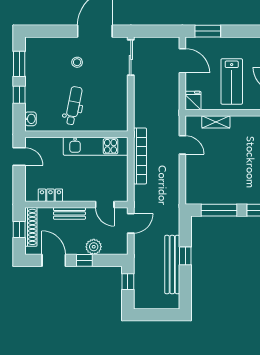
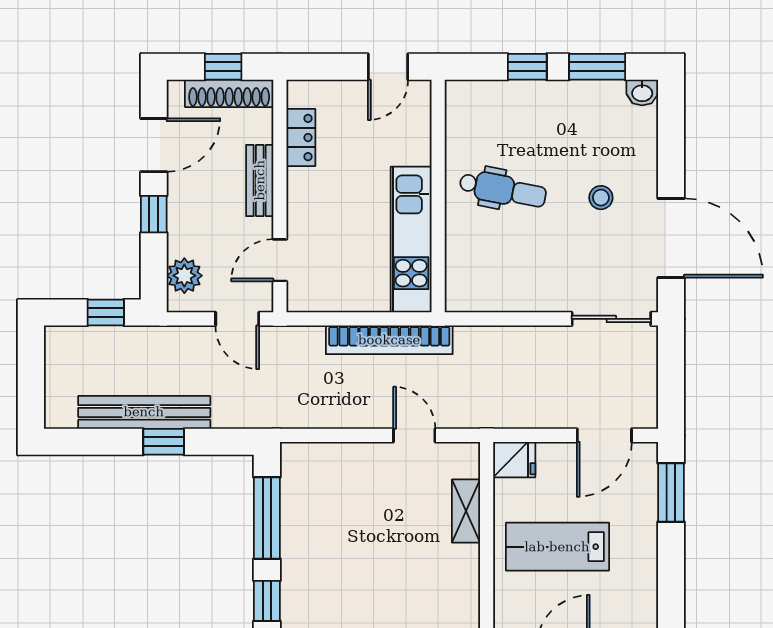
washbasin: (31, 119) -> (642, 93), moved
door: (182, 145) -> (414, 435), swing flipped
plant: (94, 247) -> (184, 276), moved

